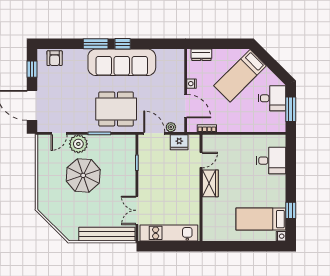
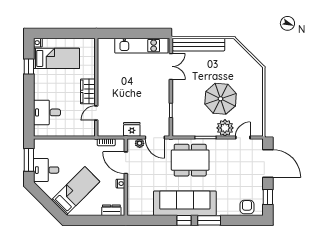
door: (201, 160) -> (96, 113), moved
wardrobe: (210, 183) -> (88, 91), moved
wall: (201, 188) -> (96, 87), moved

